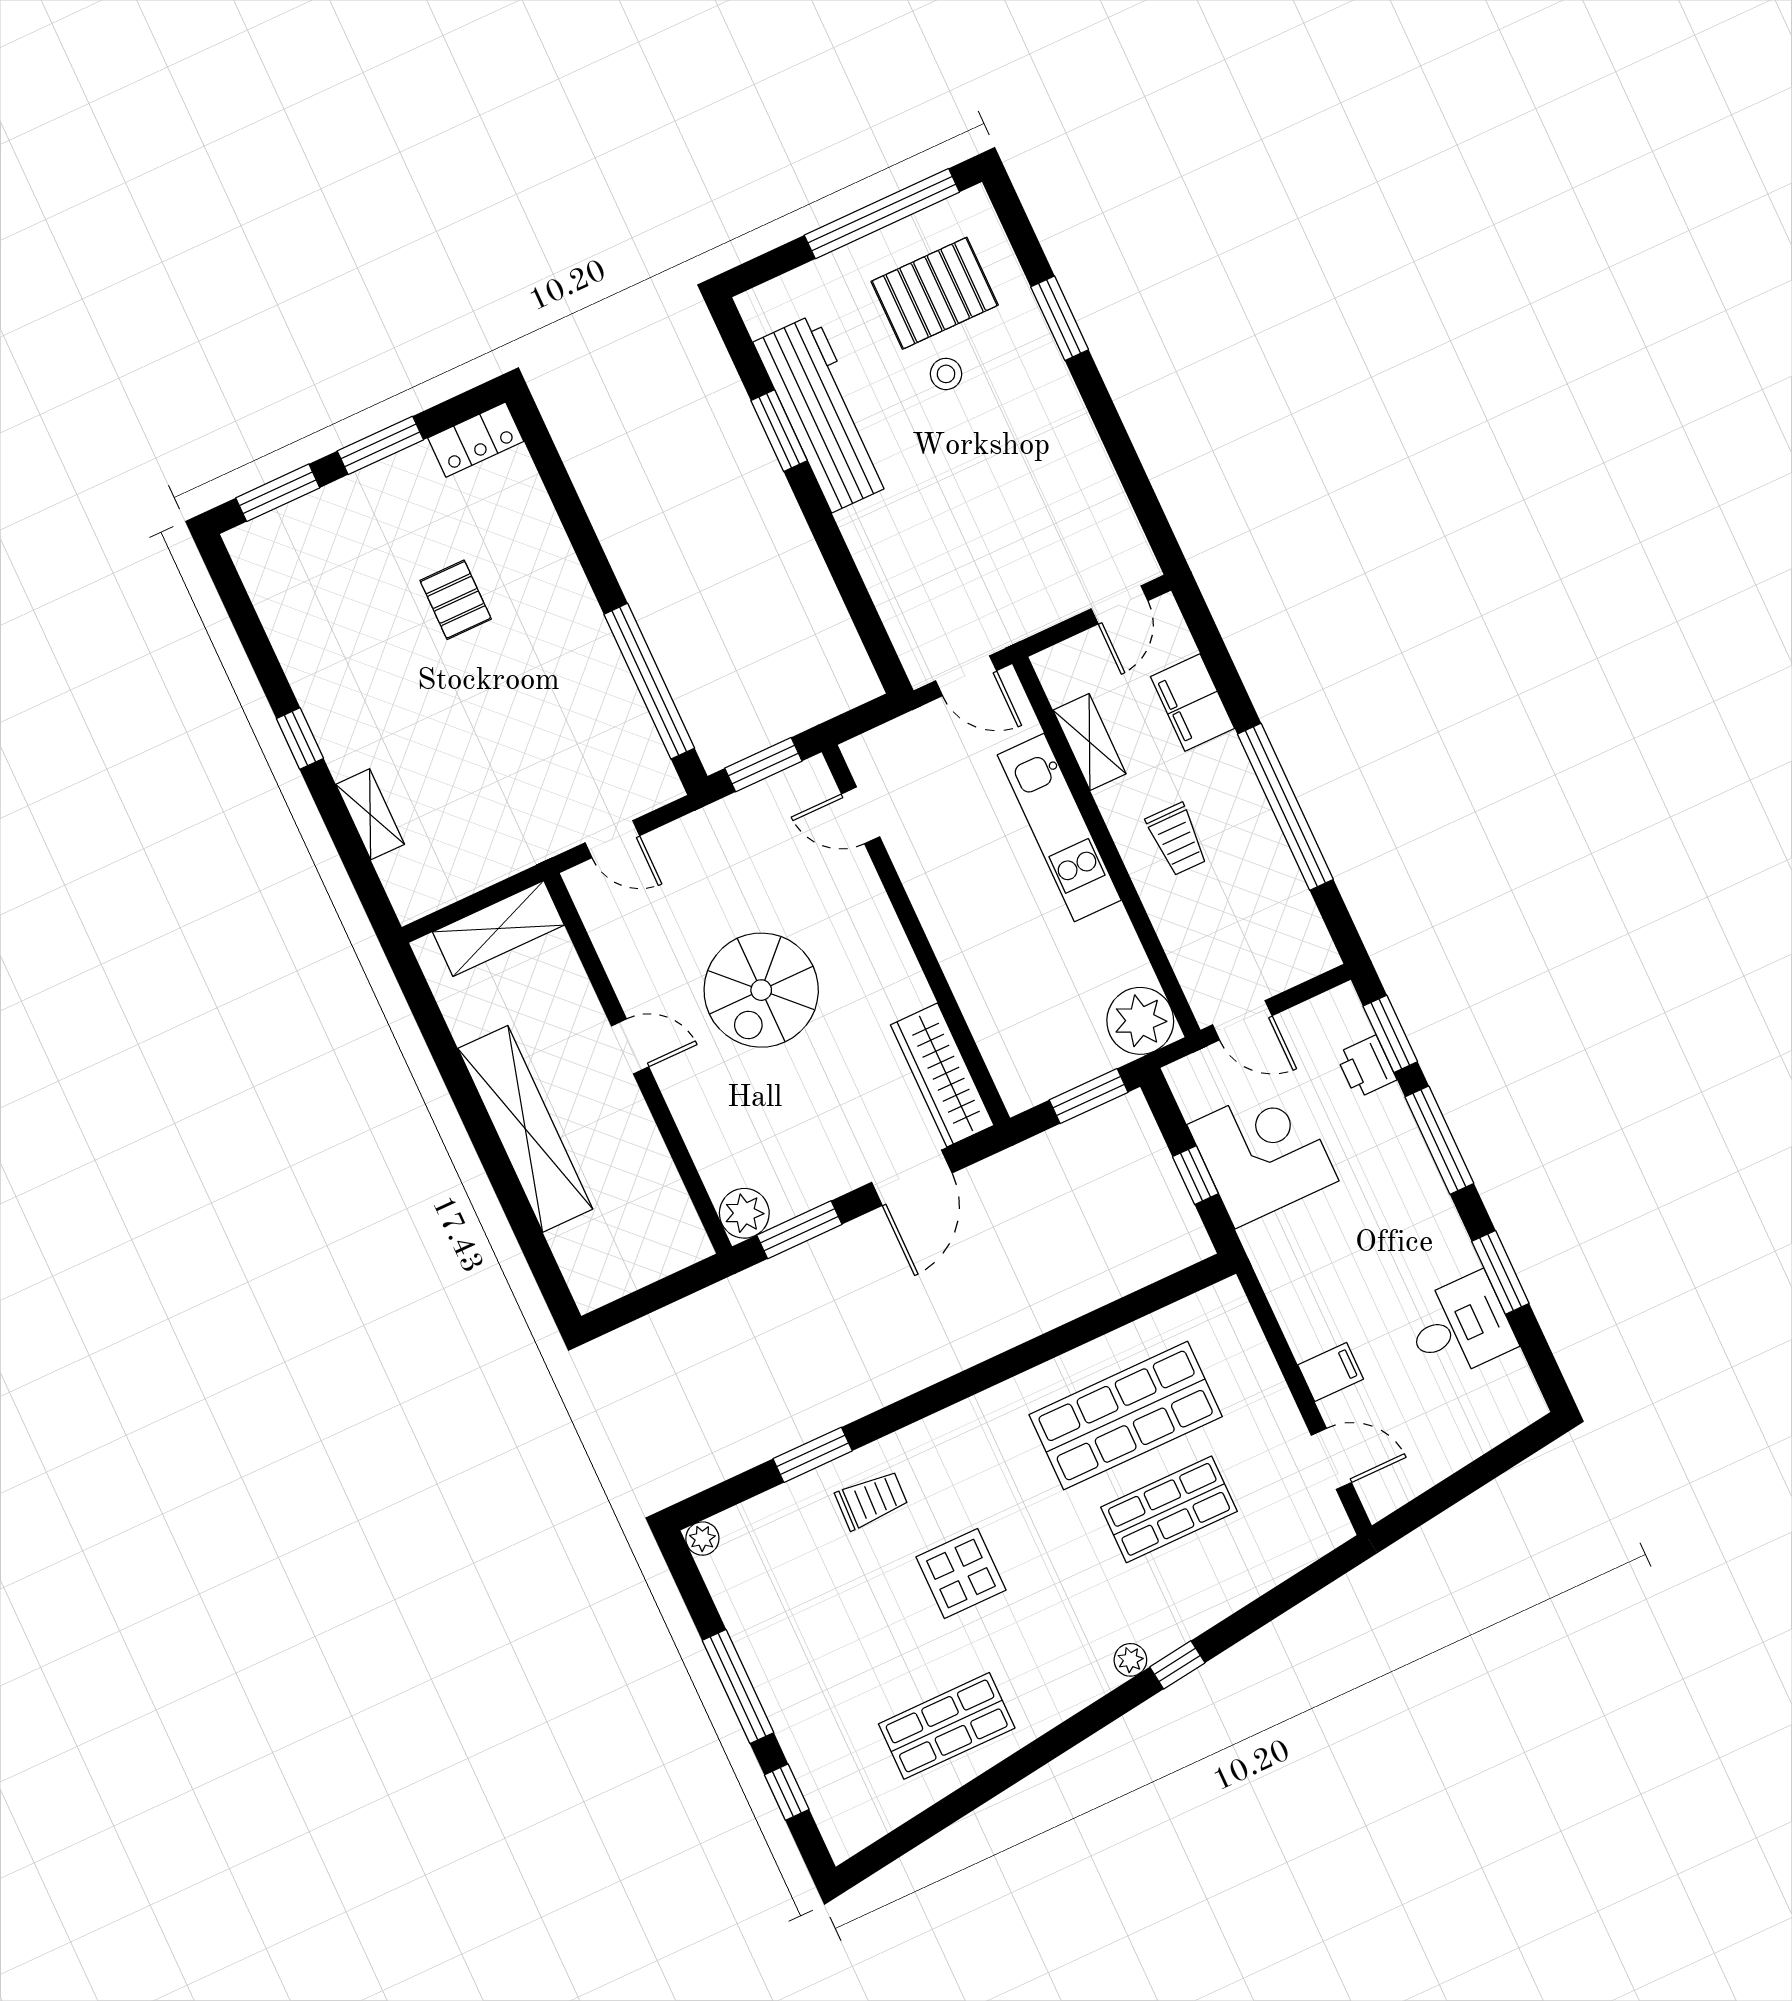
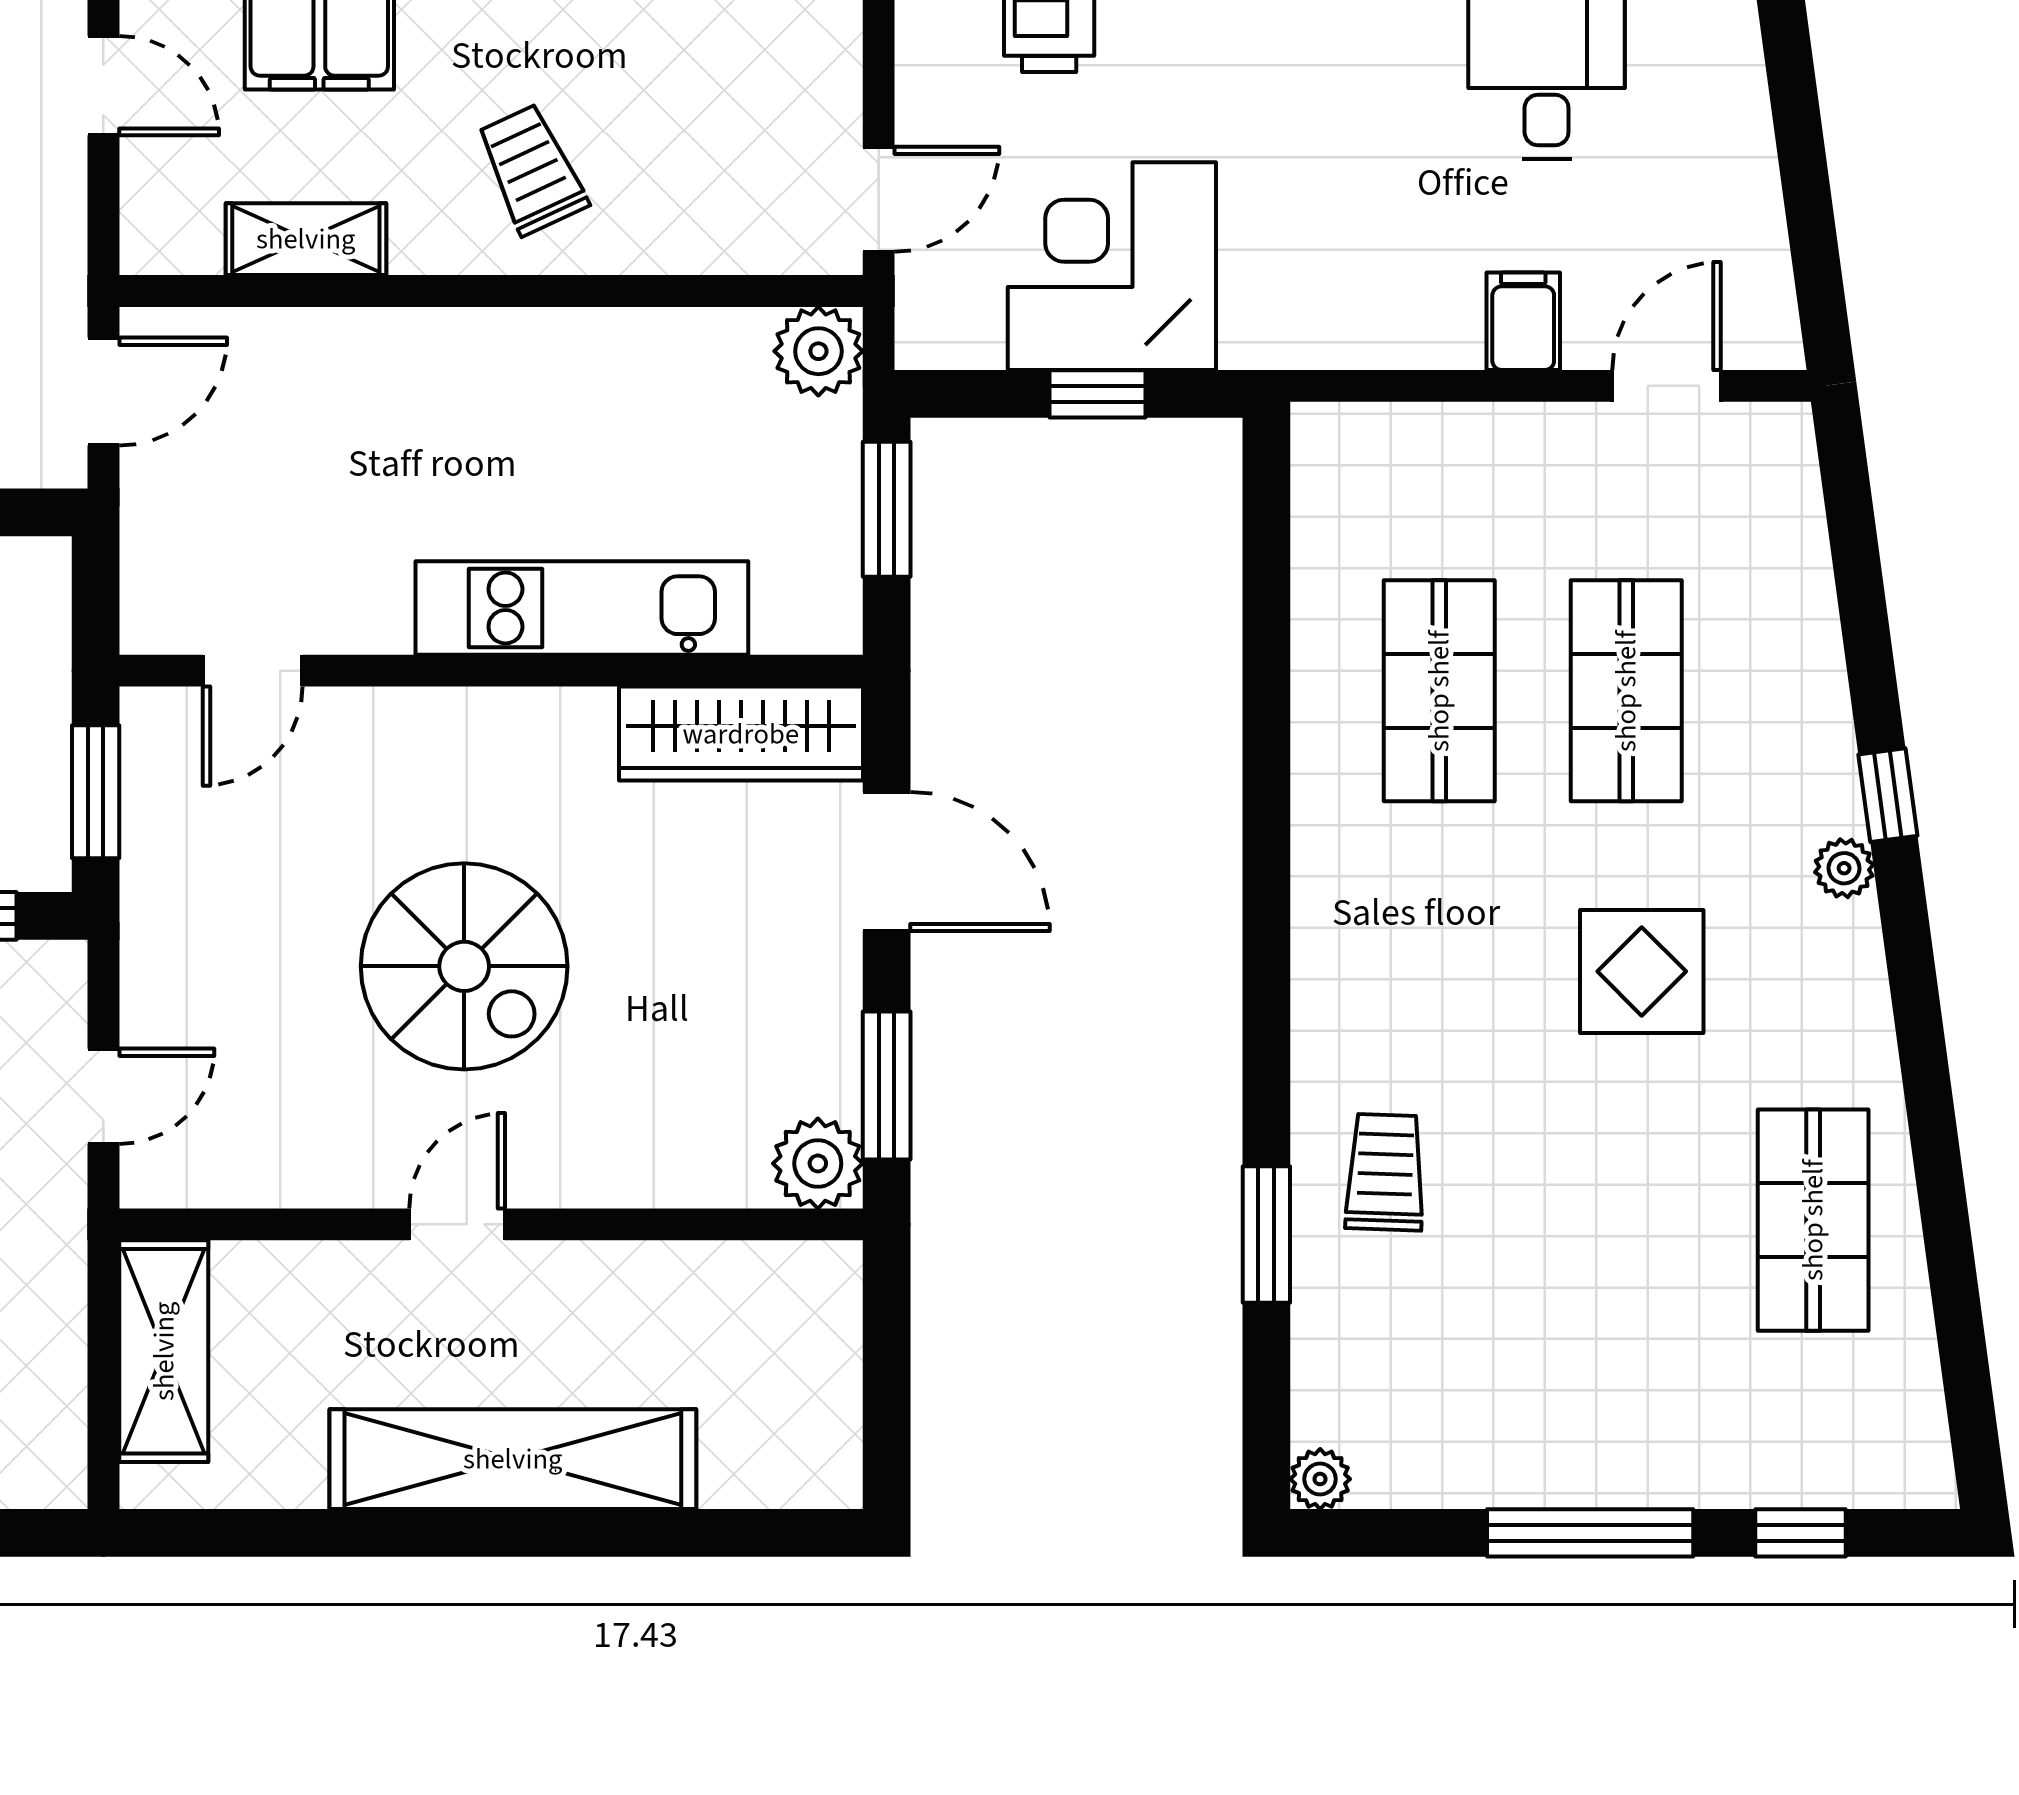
kitchen unit: (1059, 828) -> (582, 608), moved, turned 180
trolley: (1177, 839) -> (532, 169), turned -115
plant: (1140, 1021) -> (818, 351), width x0.73, depth x0.73
shop shelf: (1126, 1416) -> (1439, 691), width x0.70, depth x0.74
display table: (961, 1573) -> (1642, 971), moved

